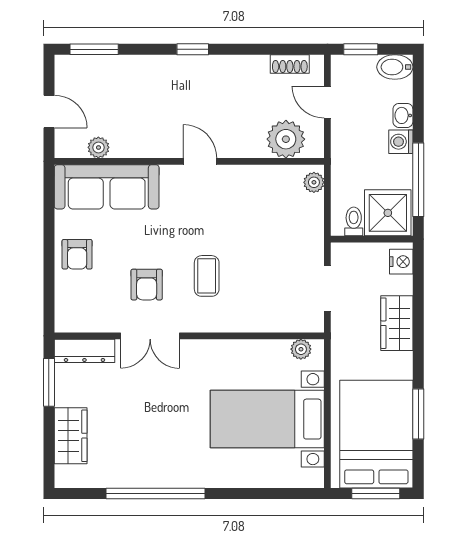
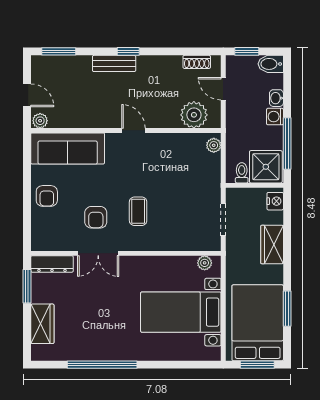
bench: (173, 66) -> (114, 63), added
plant: (98, 147) -> (40, 121), moved

